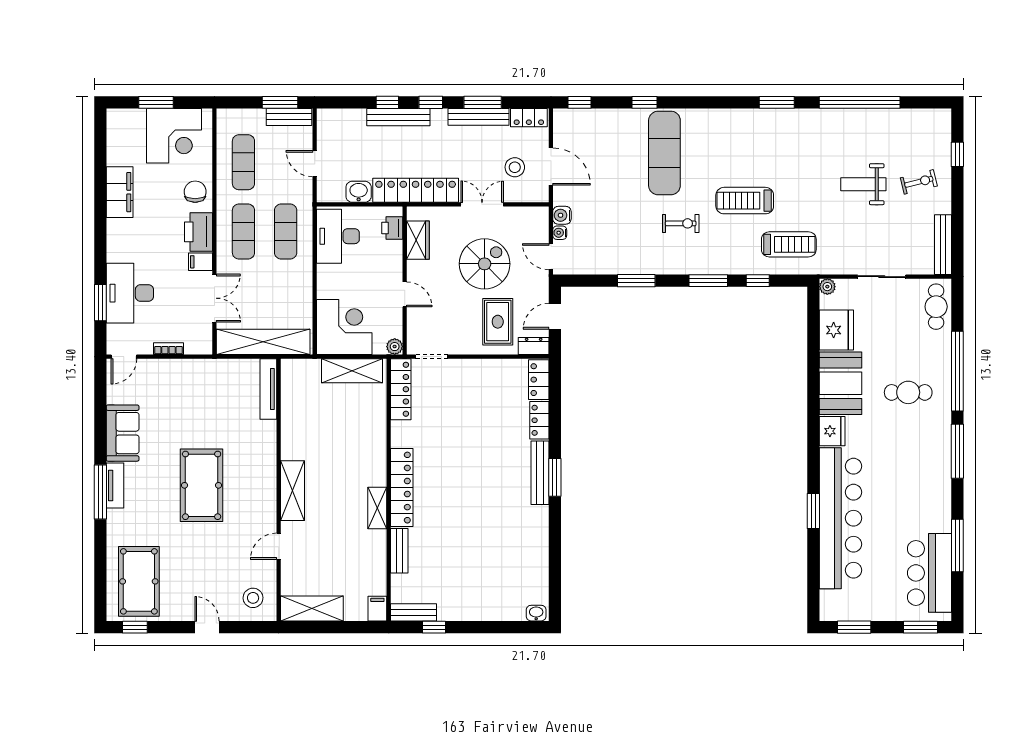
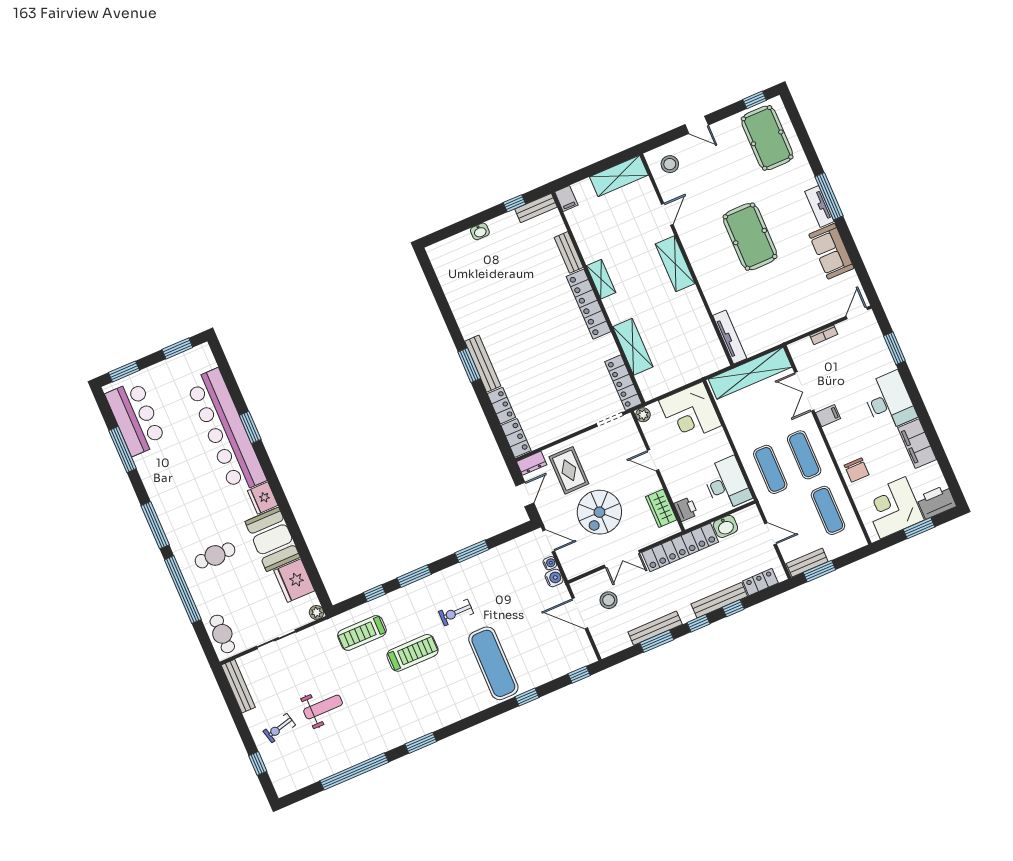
locker: (529, 118) -> (760, 582), moved
printer: (199, 232) -> (936, 502), moved, turned -90
desk: (130, 293) -> (889, 401), moved
shelving: (352, 371) -> (633, 347), moved, turned 90
washbasin: (536, 613) -> (480, 231), moved

